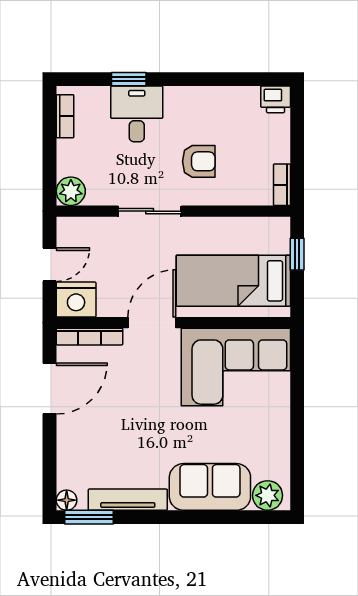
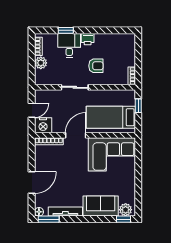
printer: (276, 99) -> (88, 39), moved
plant: (71, 191) -> (41, 63), moved
door: (50, 388) -> (32, 183), moved
window: (263, 517) -> (124, 219), added

